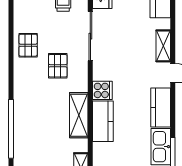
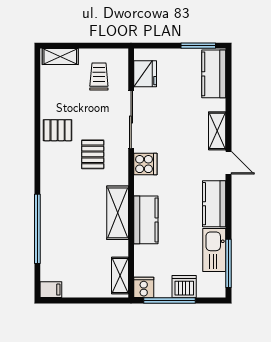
pallet: (28, 45) -> (58, 130), turned 90
cooker: (102, 90) -> (145, 164), moved

